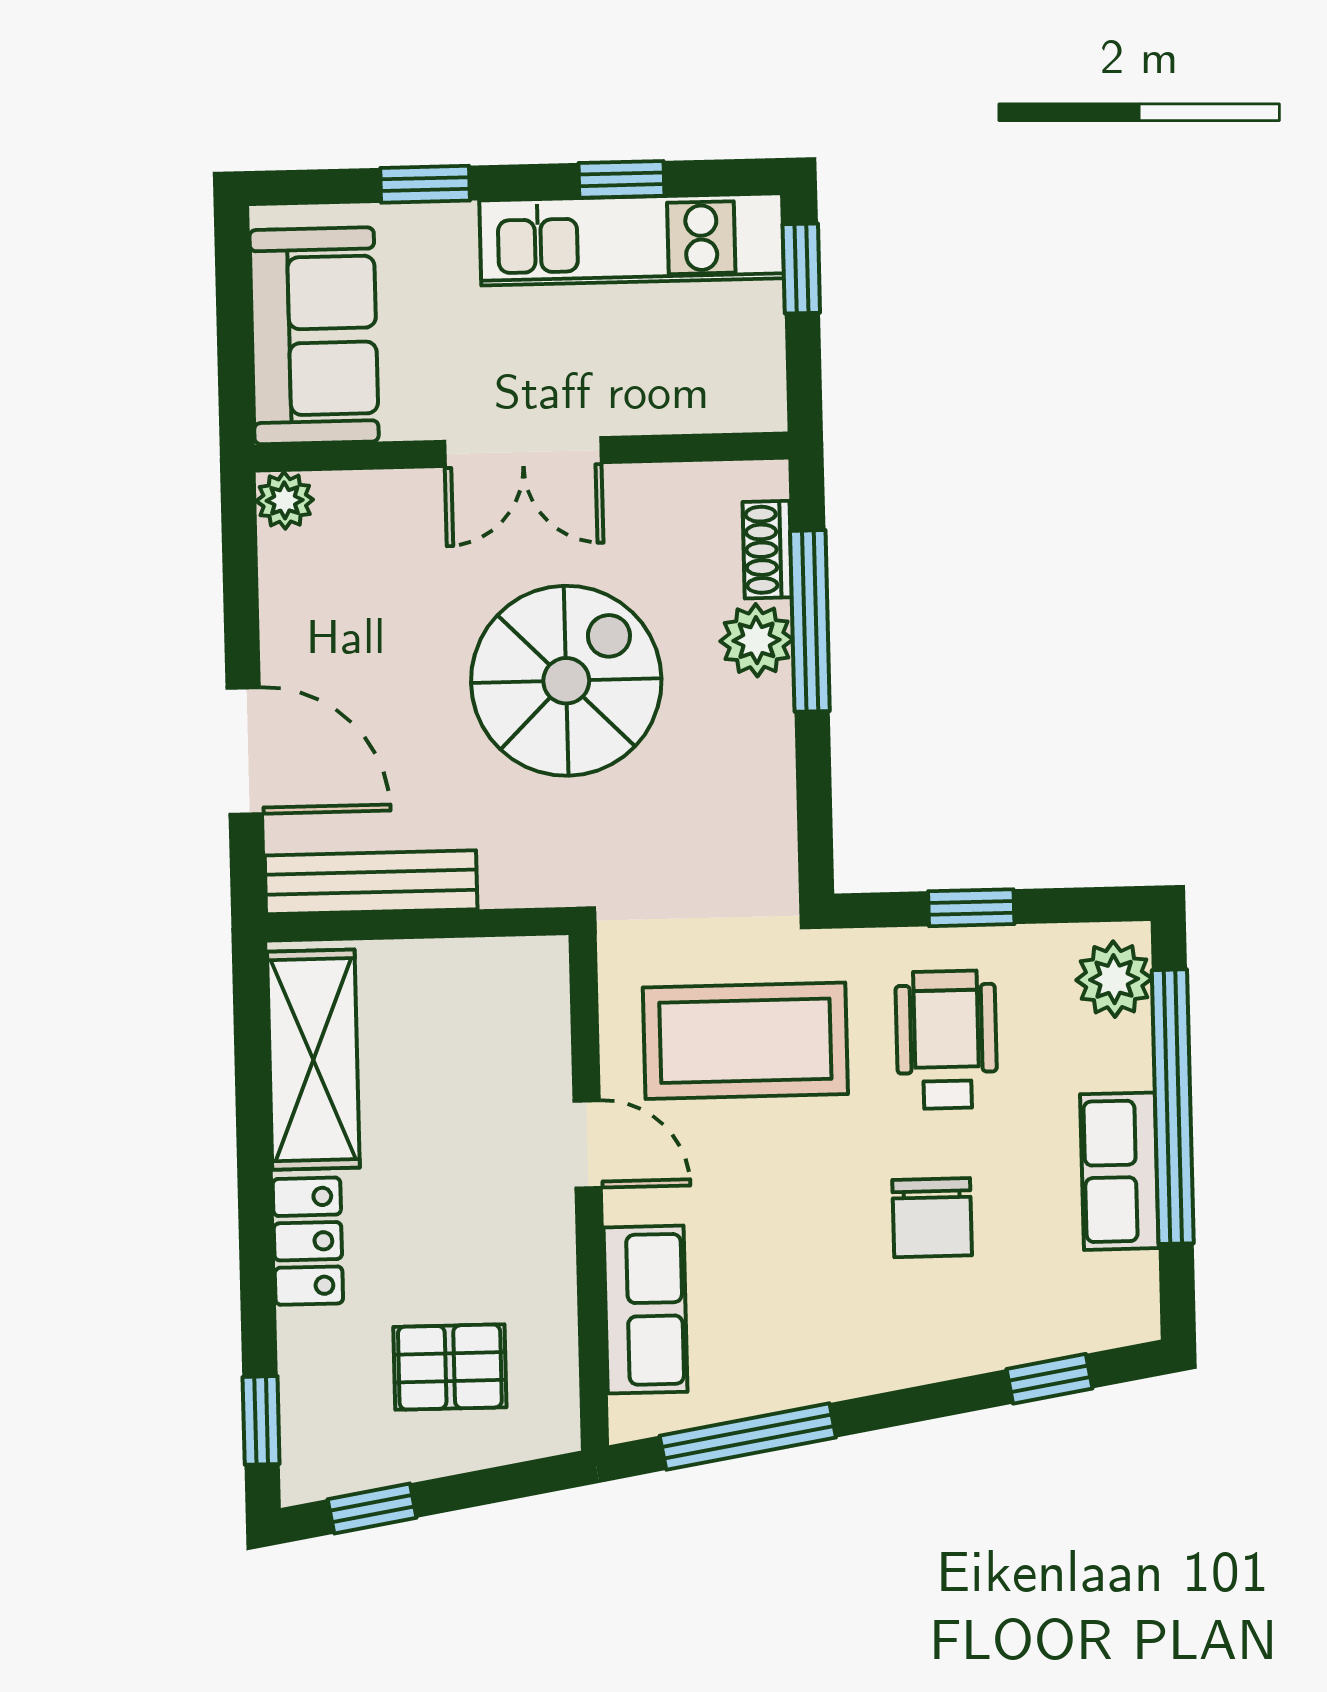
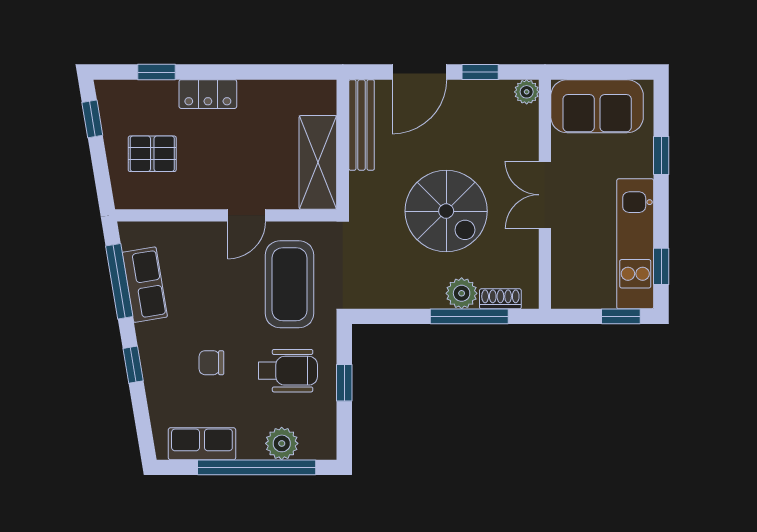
window: (621, 179) -> (661, 266), moved
window: (241, 610) -> (480, 72), added
plant: (1114, 979) -> (282, 443), moved
shelving: (313, 1060) -> (318, 162), moved, turned 90
row of seats: (1119, 1171) -> (202, 444), moved
chair: (932, 1218) -> (211, 363), width x0.73, depth x0.73
row of seats: (646, 1310) -> (145, 285), moved, turned -99
pallet: (450, 1367) -> (152, 154), turned 90
window: (1049, 1379) -> (133, 365), moved
window: (261, 1420) -> (157, 72), moved

